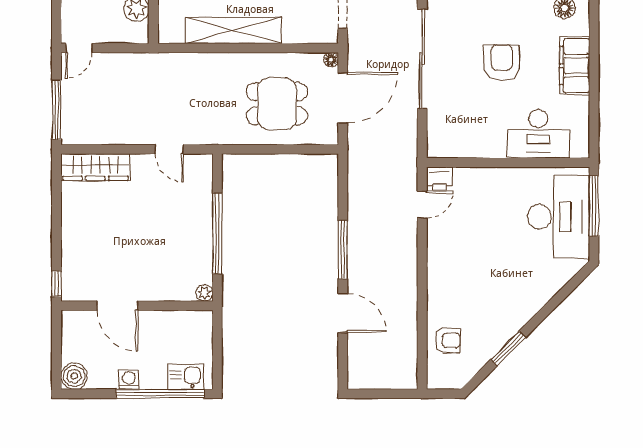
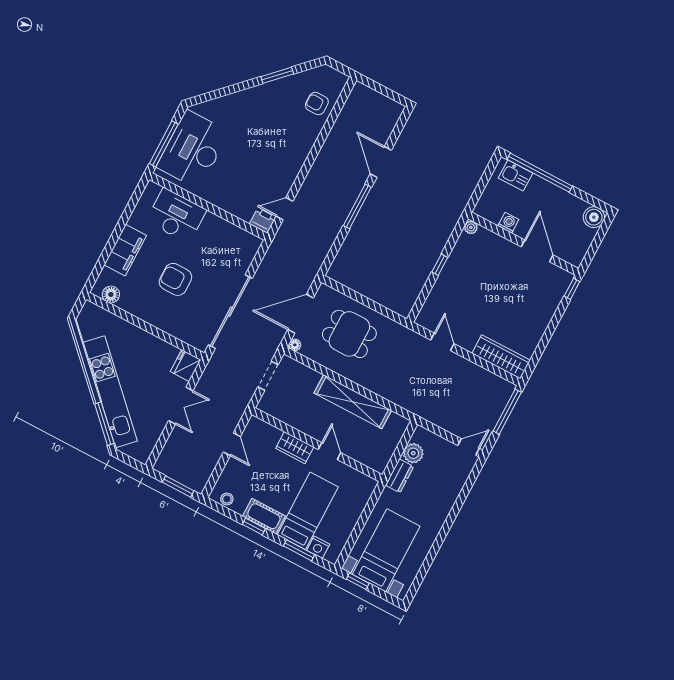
armchair: (502, 62) -> (175, 279), turned 90
window: (217, 233) -> (440, 265), width x0.32
washing machine: (129, 380) -> (508, 223), moved, turned 180

